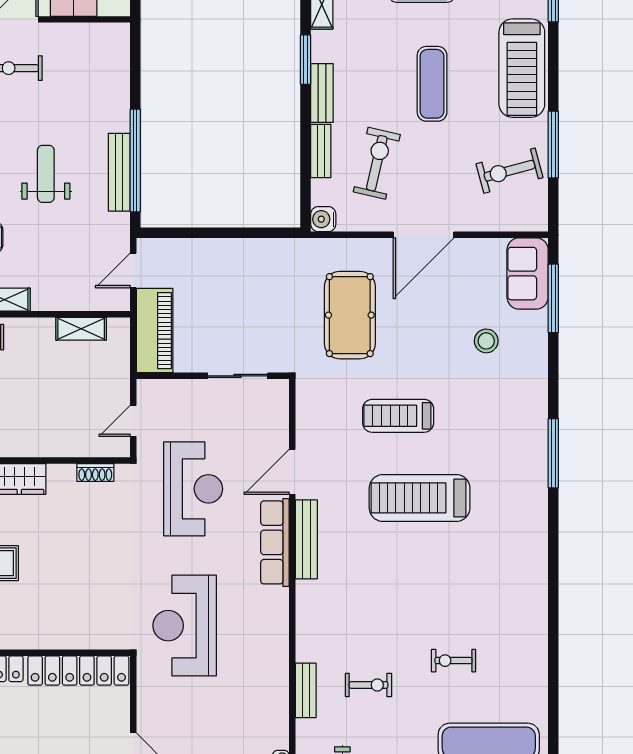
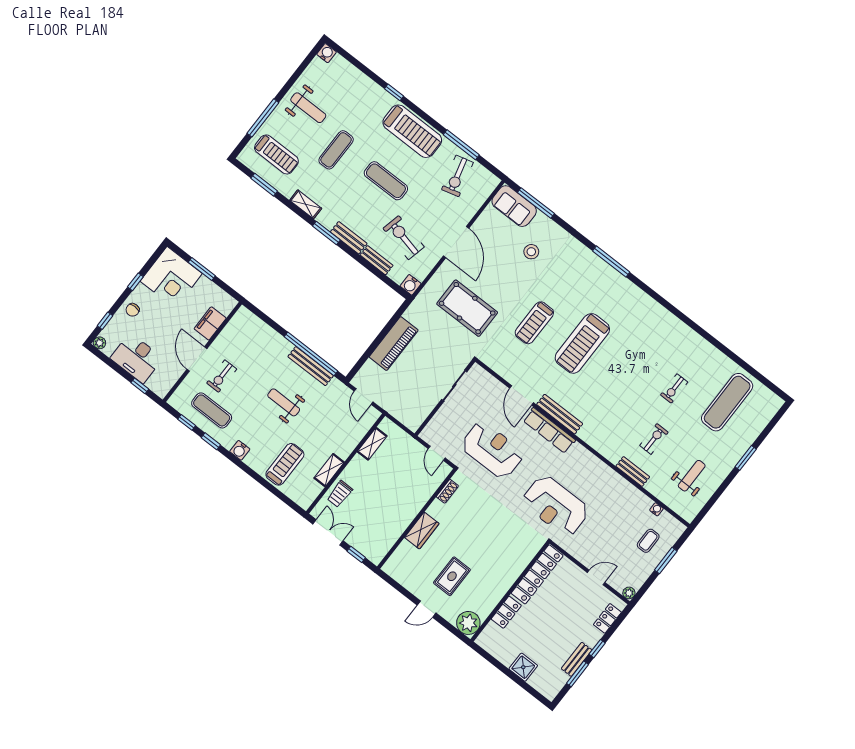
piano: (155, 331) -> (394, 344), moved, turned 90

